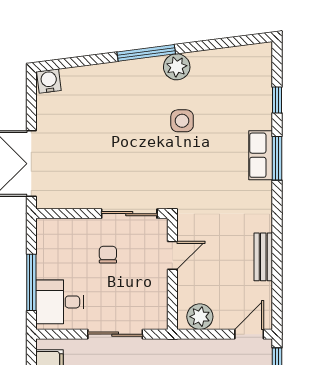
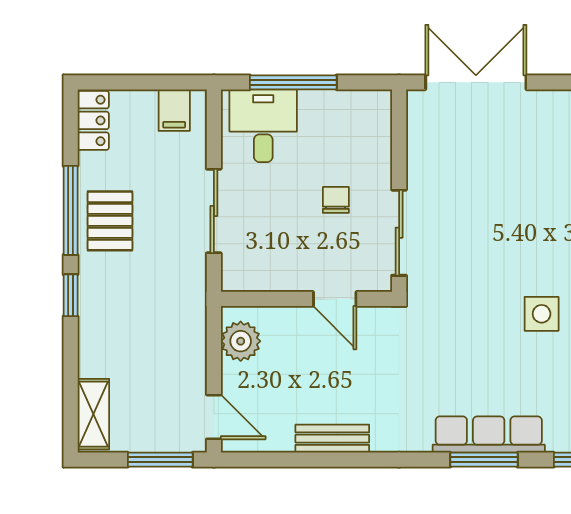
row of seats: (261, 155) -> (489, 435), width x1.48
chair: (108, 255) -> (336, 200), turned -90

